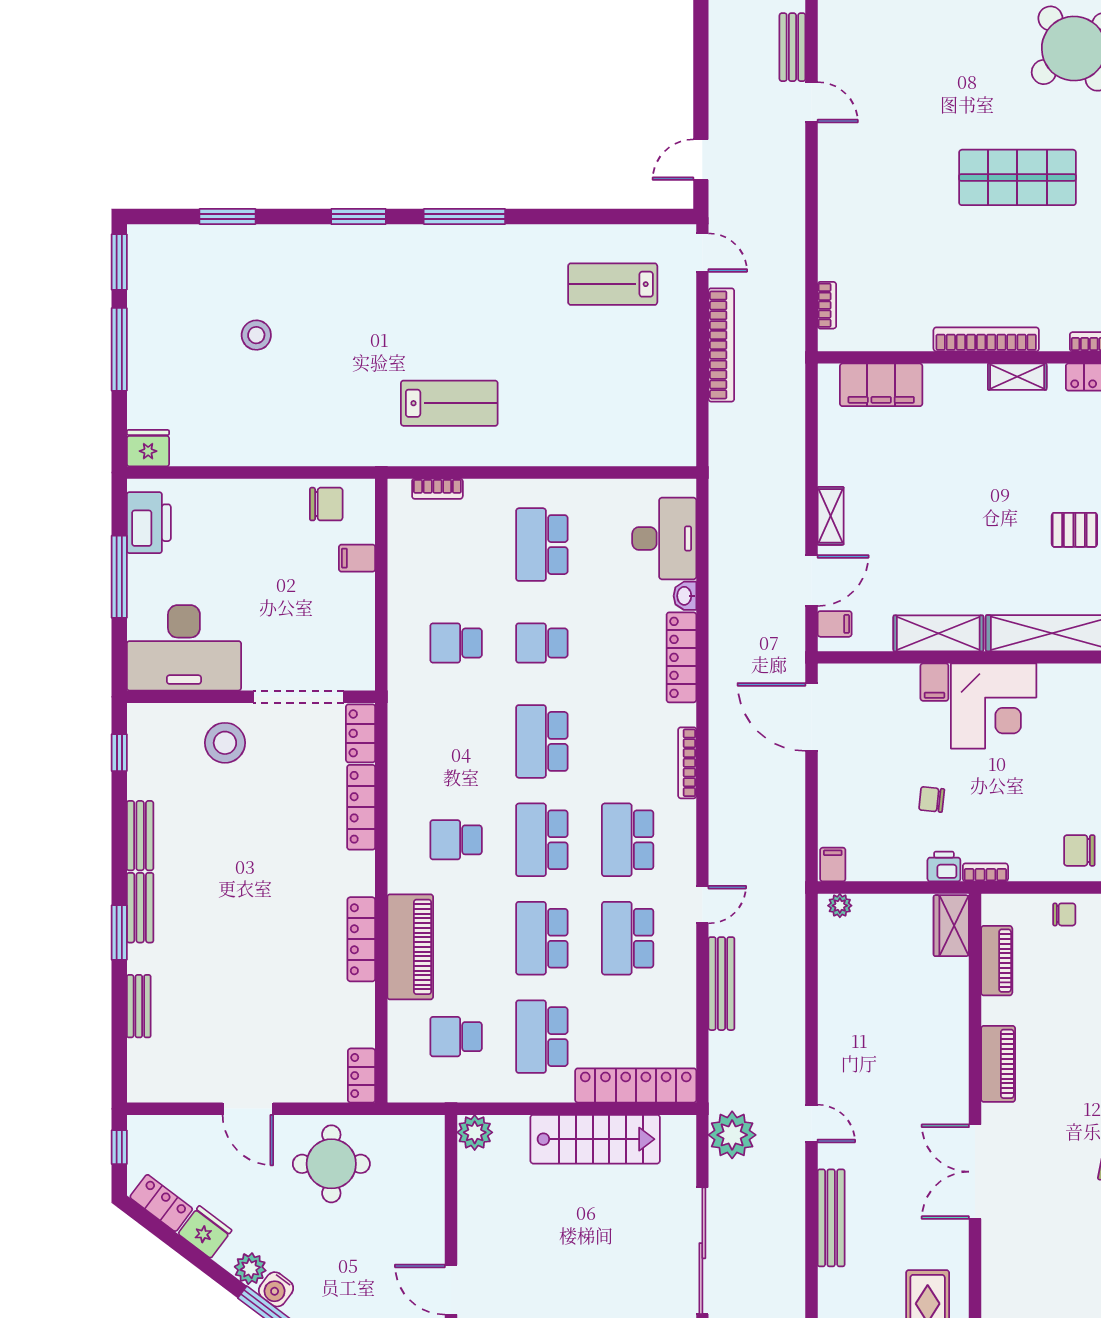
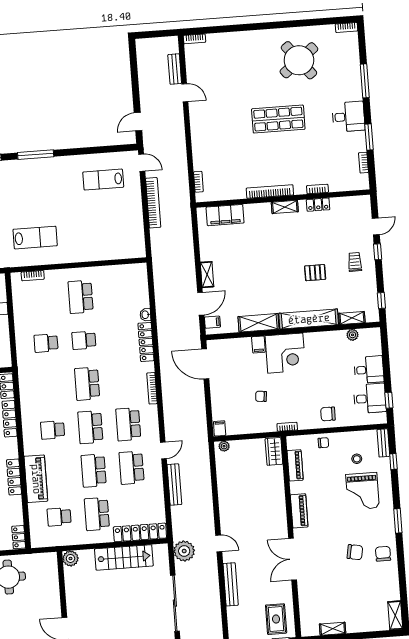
desk: (664, 539) -> (134, 290), removed
printer: (944, 867) -> (269, 426), removed

